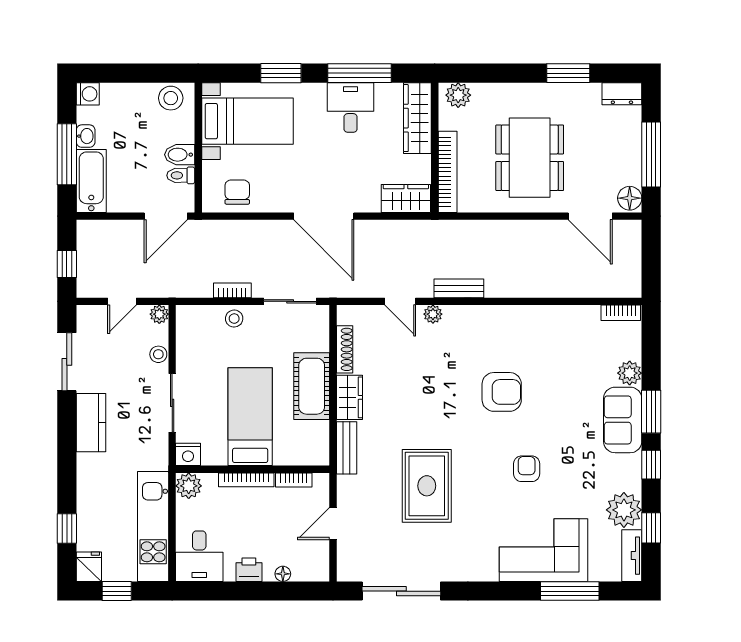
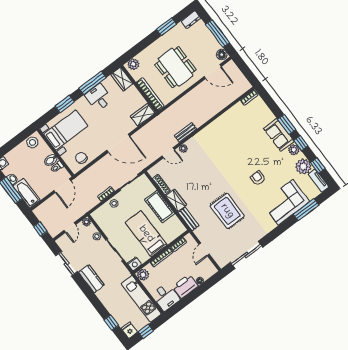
wardrobe: (417, 118) -> (122, 79), width x0.67
plant: (630, 373) -> (294, 150), moved
armchair: (502, 392) -> (228, 158), removed
printer: (249, 570) -> (185, 286), width x1.87, depth x1.48

